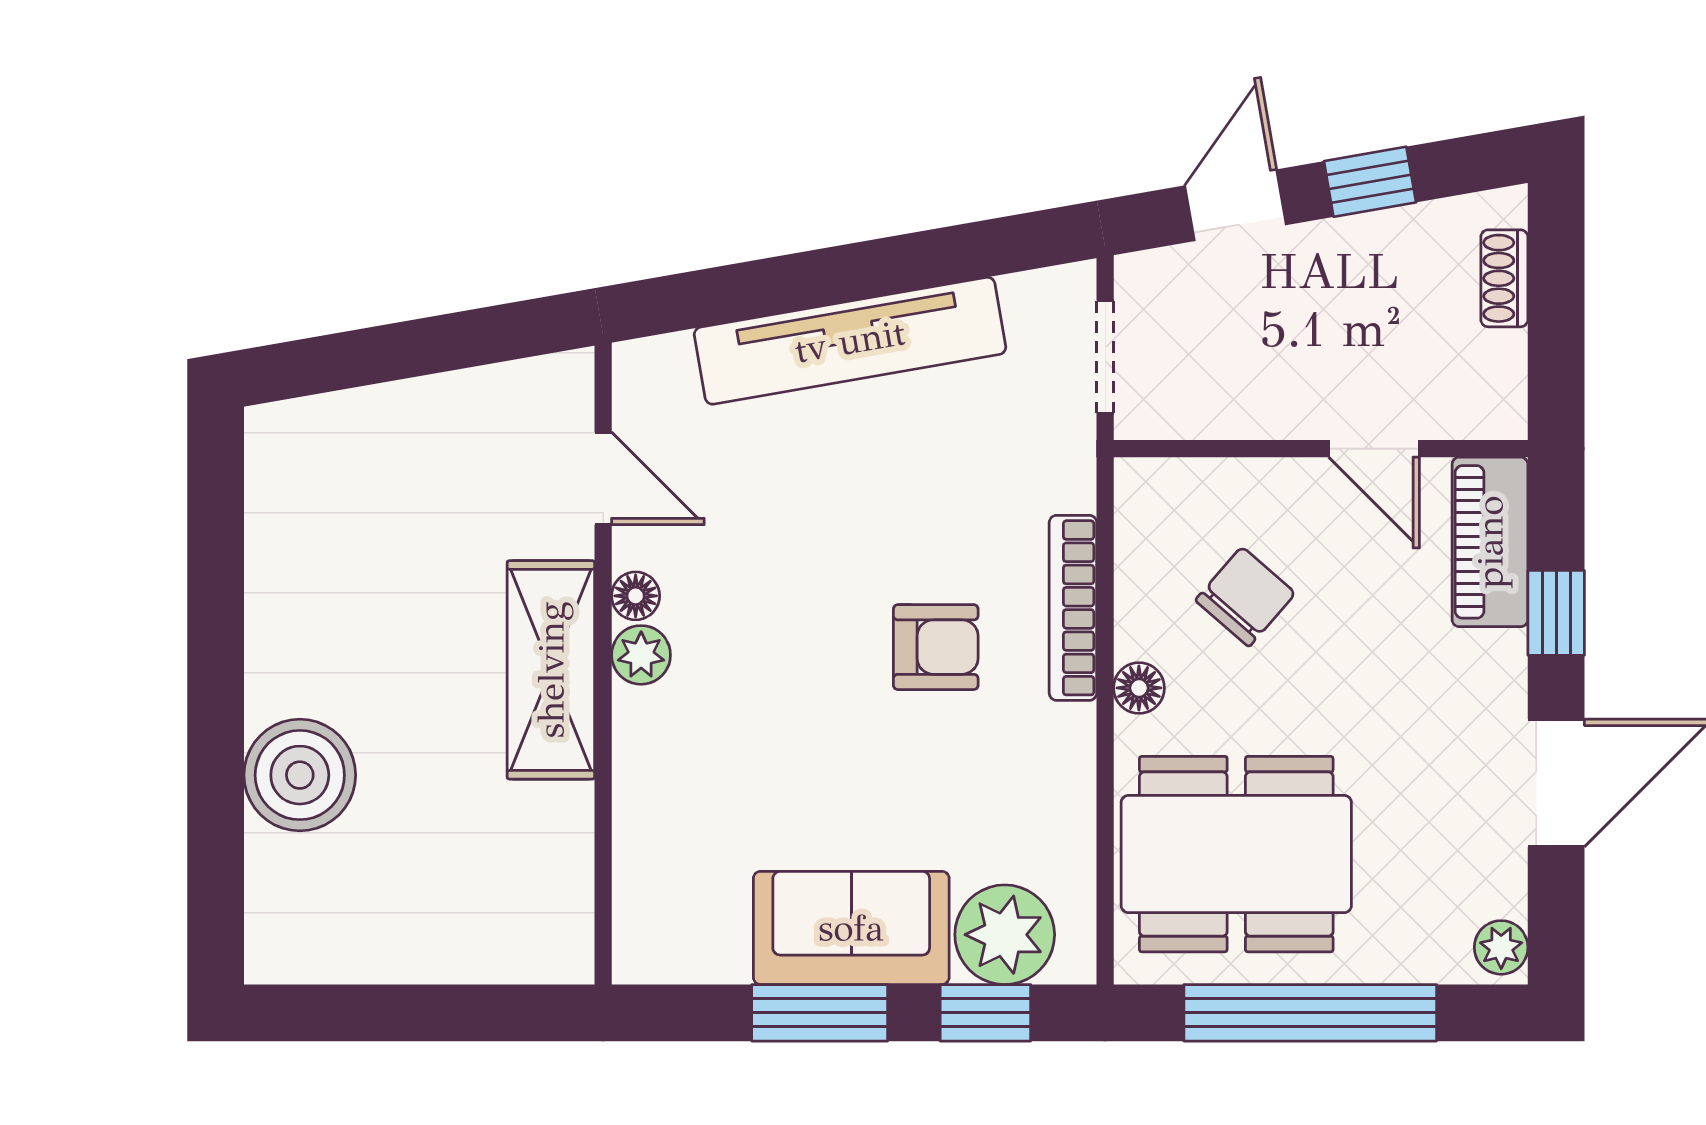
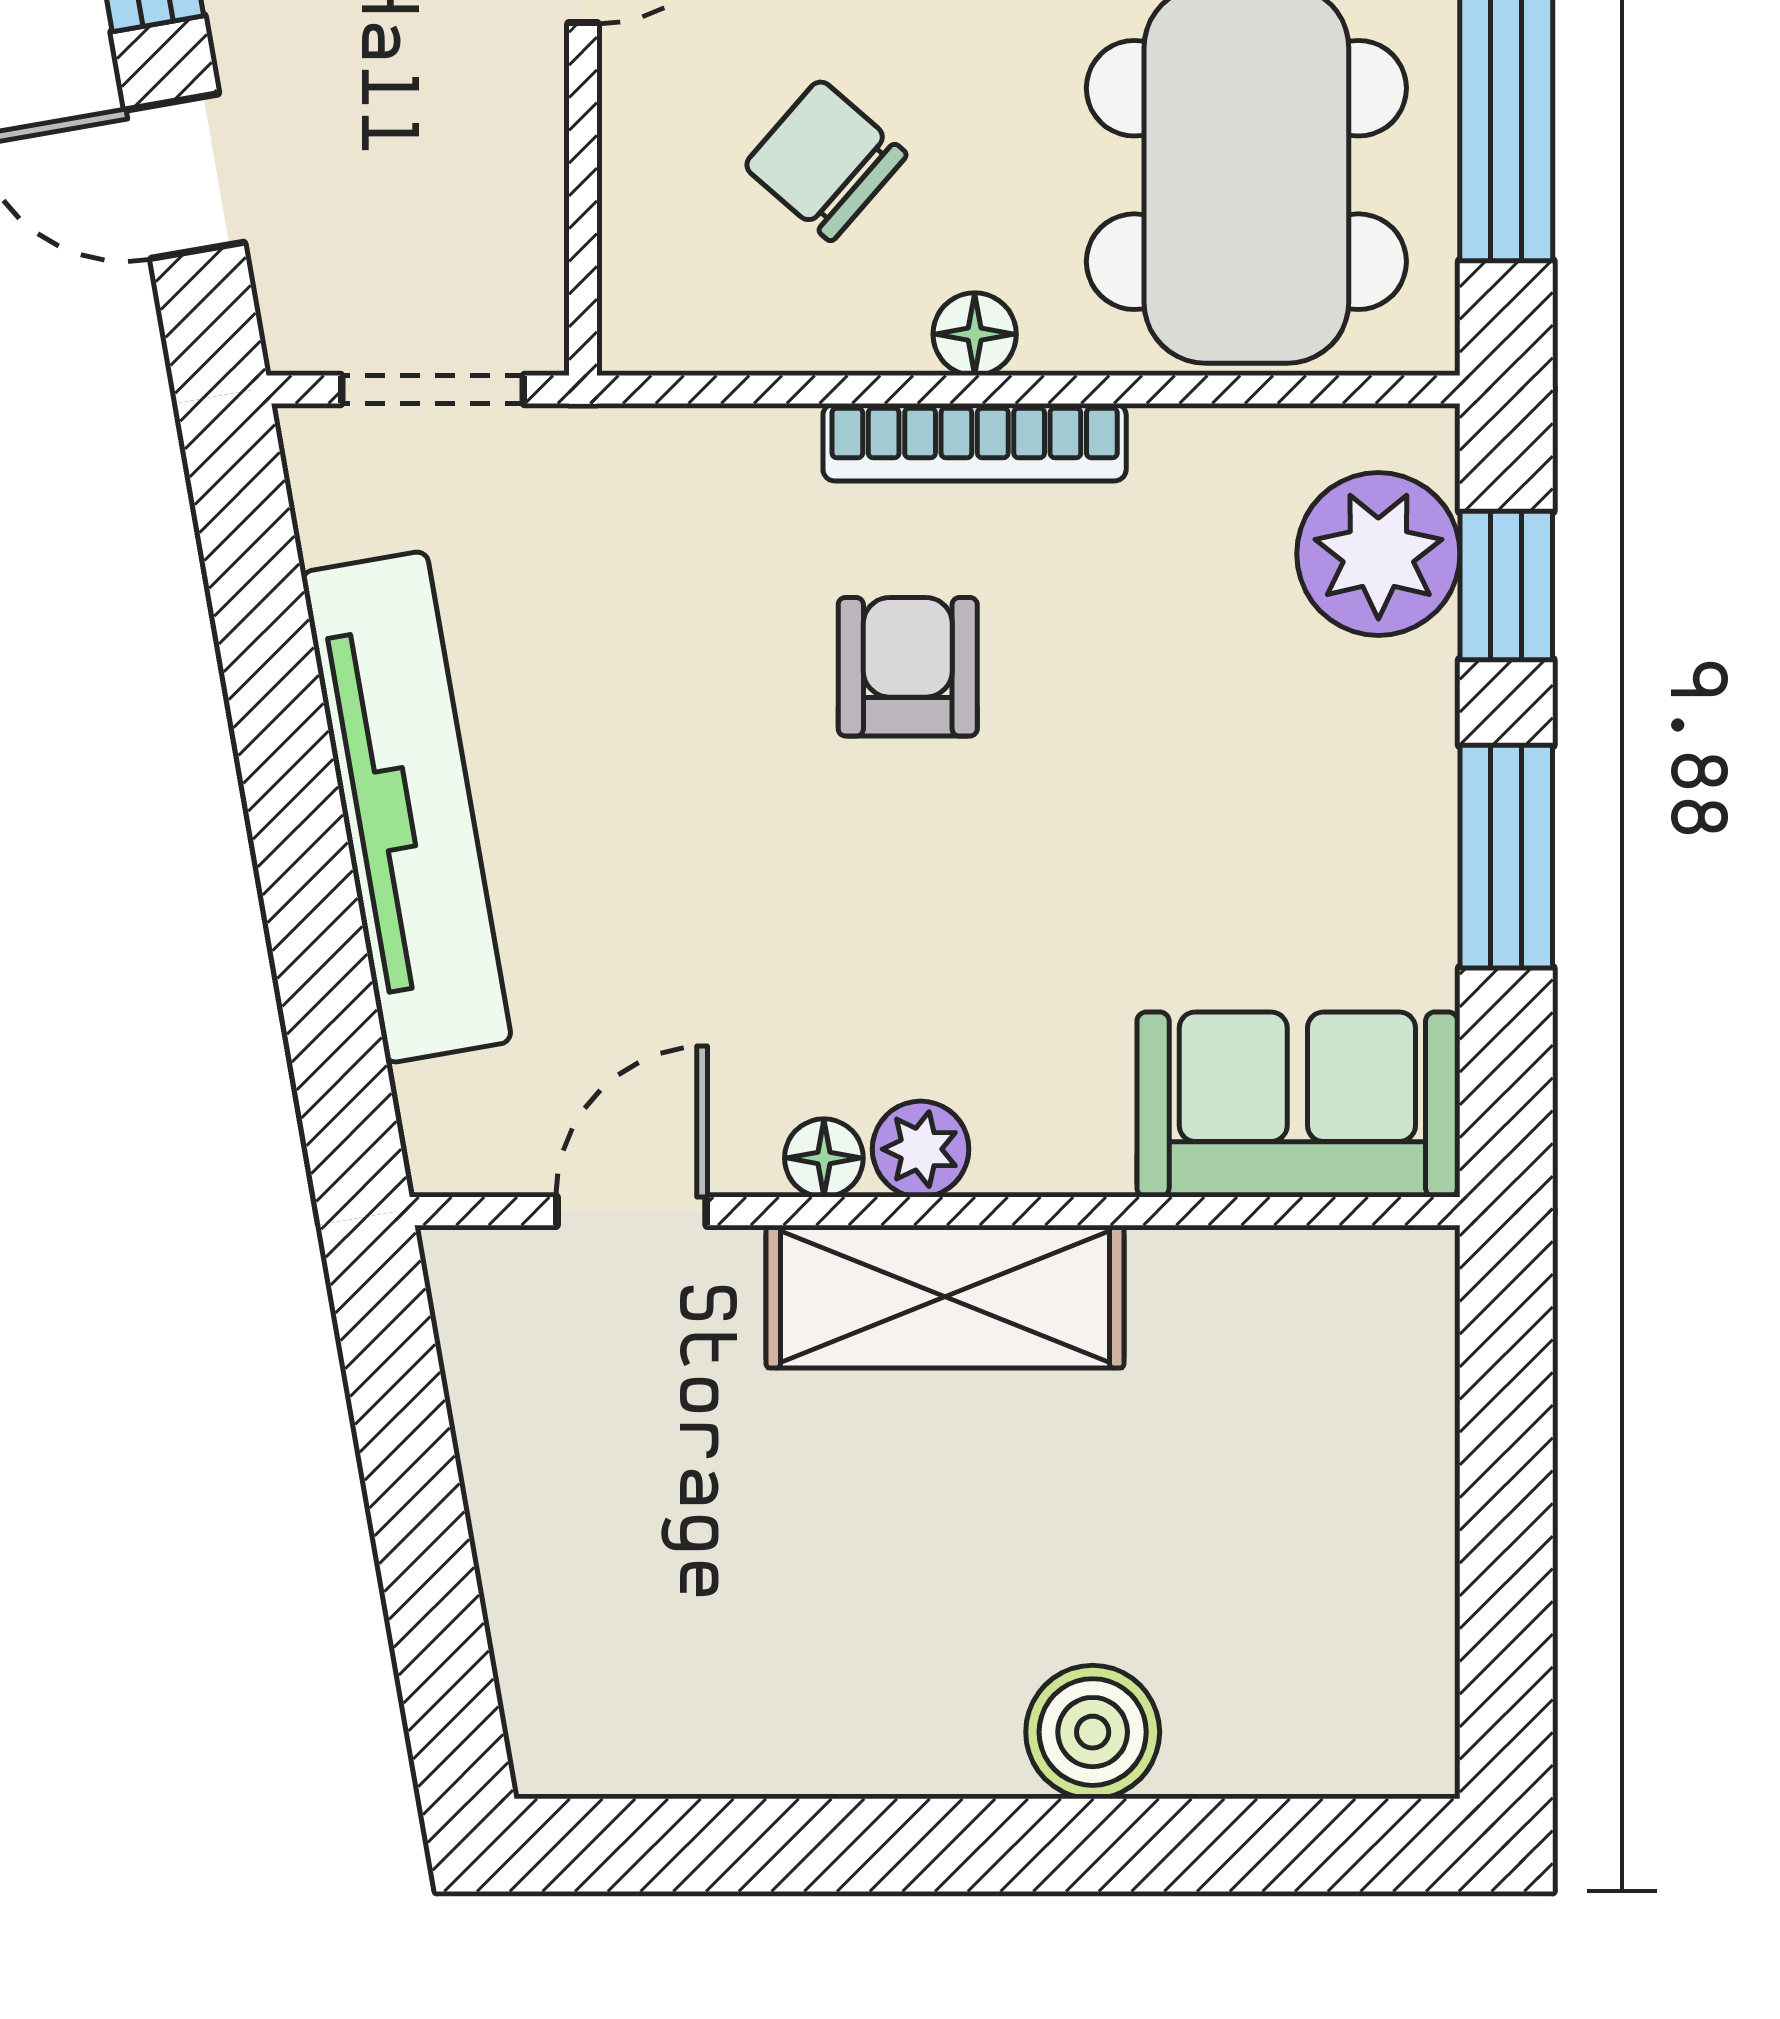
bookcase: (1073, 608) -> (975, 442), moved
boiler: (300, 775) -> (1093, 1732), width x0.73, depth x0.73
sofa: (851, 928) -> (1297, 1105), moved, turned 90

